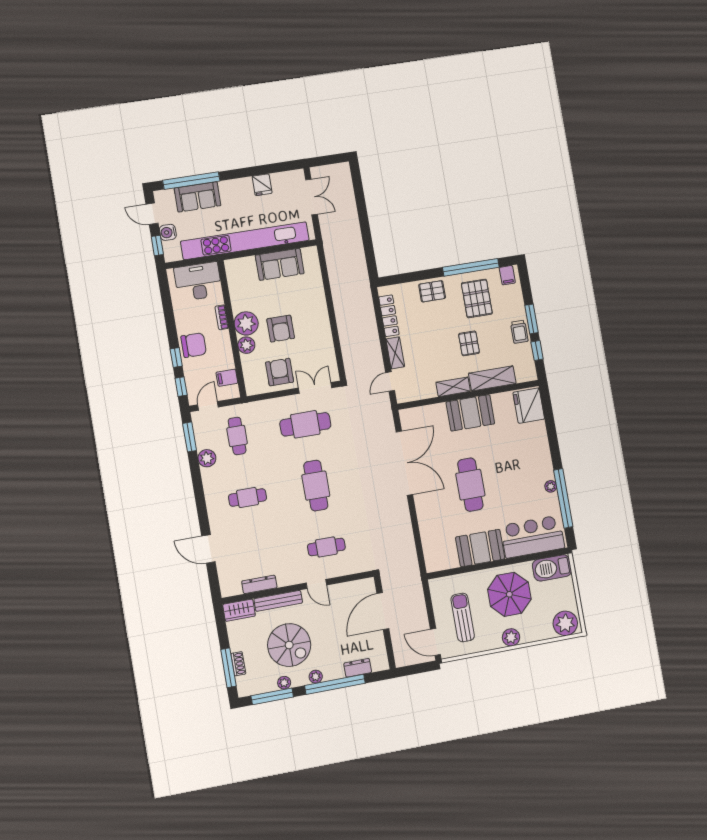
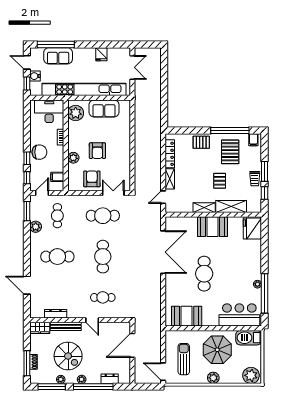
plant: (246, 323) -> (76, 113), moved
cafe table: (248, 498) -> (57, 257), width x1.37, depth x1.35
booth: (480, 548) -> (187, 316), moved

